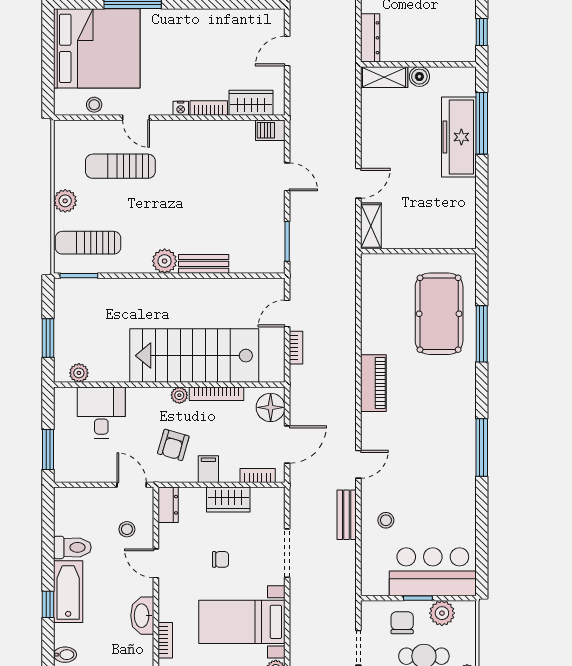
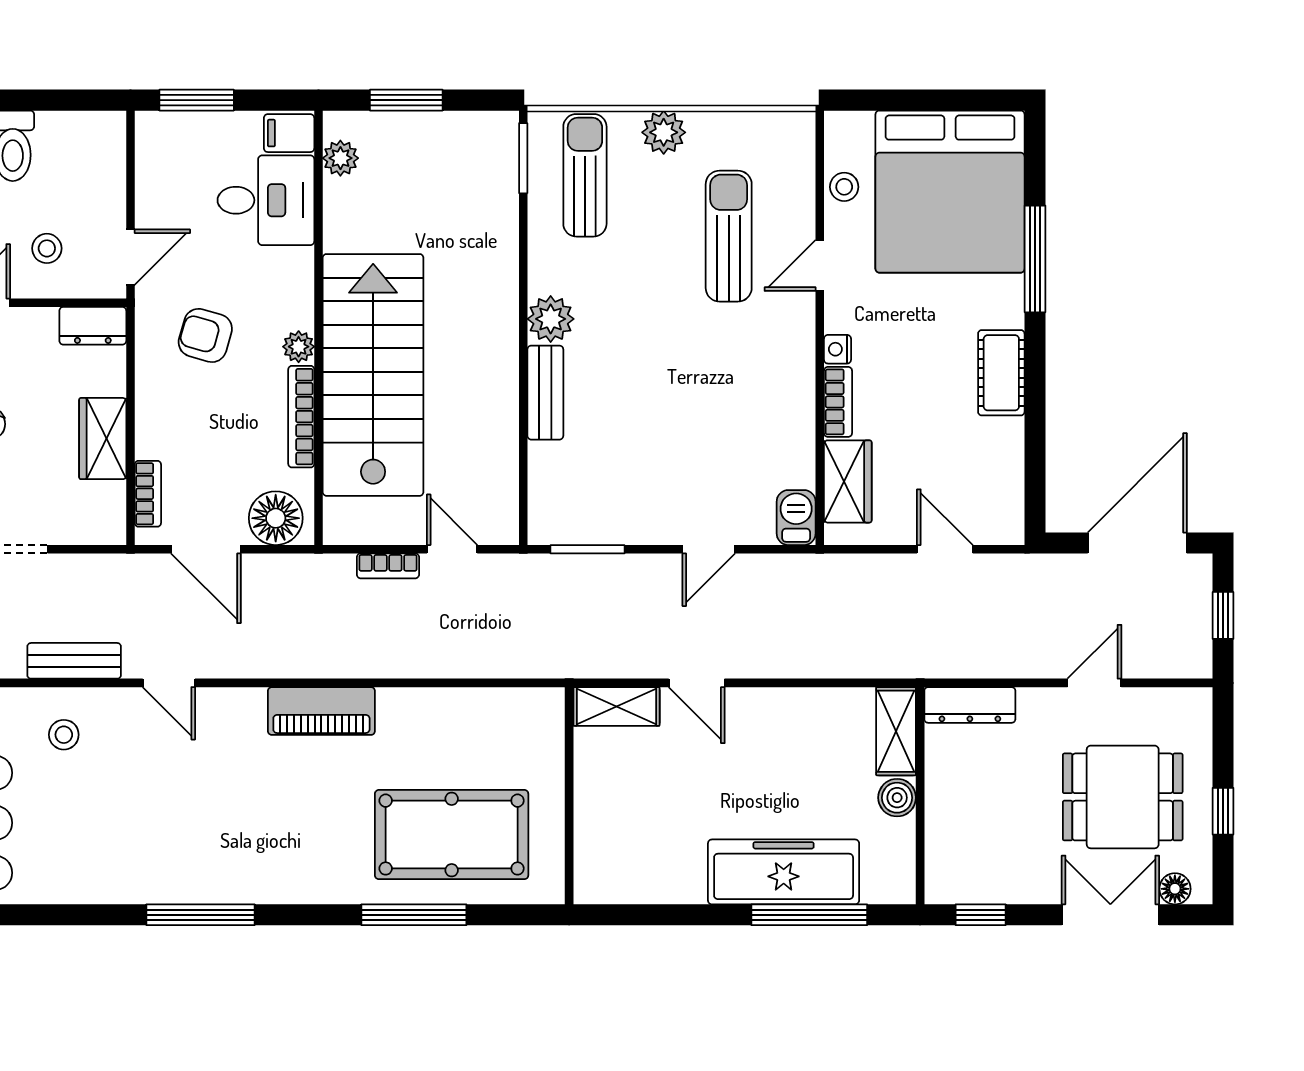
cot: (193, 21) -> (1001, 373), added
filing cabinet: (208, 469) -> (289, 133), moved, turned 180

